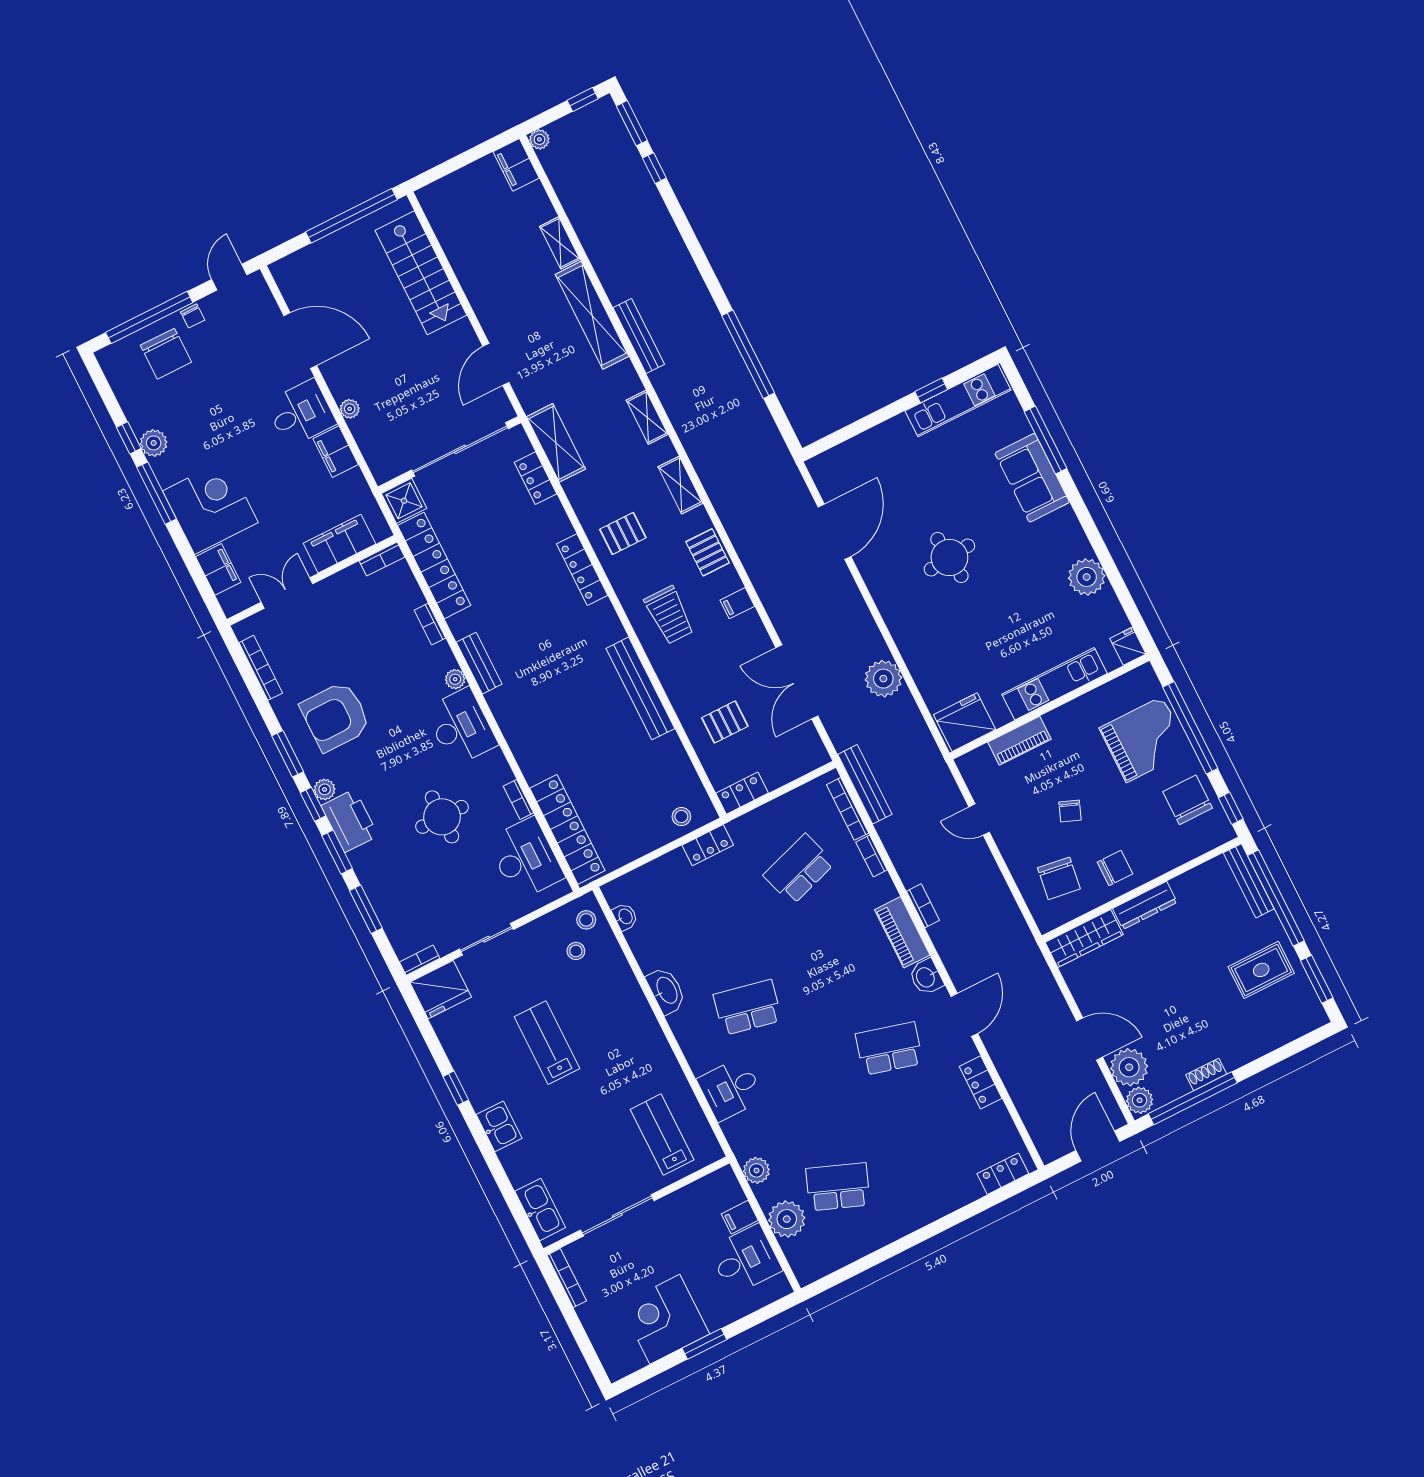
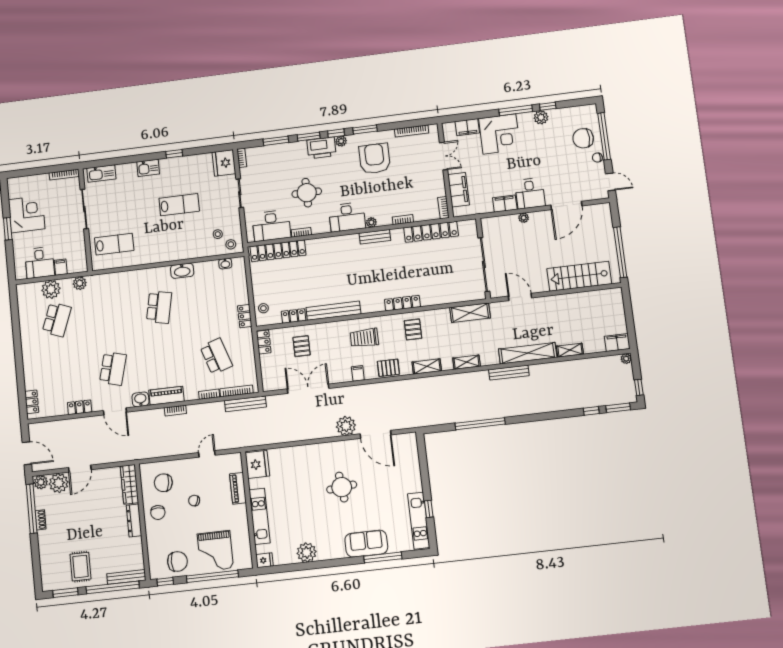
locker: (535, 478) -> (294, 316), moved
shower: (404, 501) -> (468, 228), removed
plant: (883, 679) -> (346, 426), moved
desk: (731, 1089) -> (123, 285), removed

